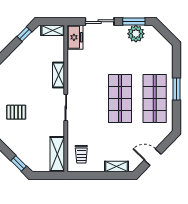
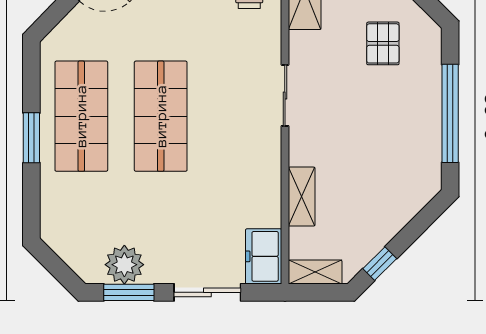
shelving: (59, 75) -> (302, 197), moved
pallet: (16, 112) -> (383, 43), moved, turned 90

